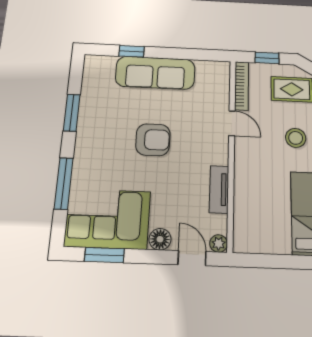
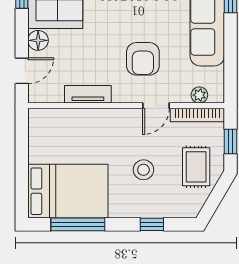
armchair: (153, 140) -> (143, 59), moved
plant: (219, 243) -> (199, 95), moved

